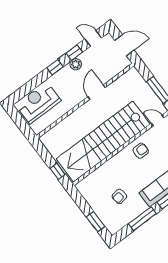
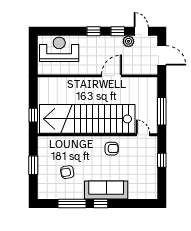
plant: (76, 64) -> (128, 41), moved
window: (96, 222) -> (33, 165), moved

